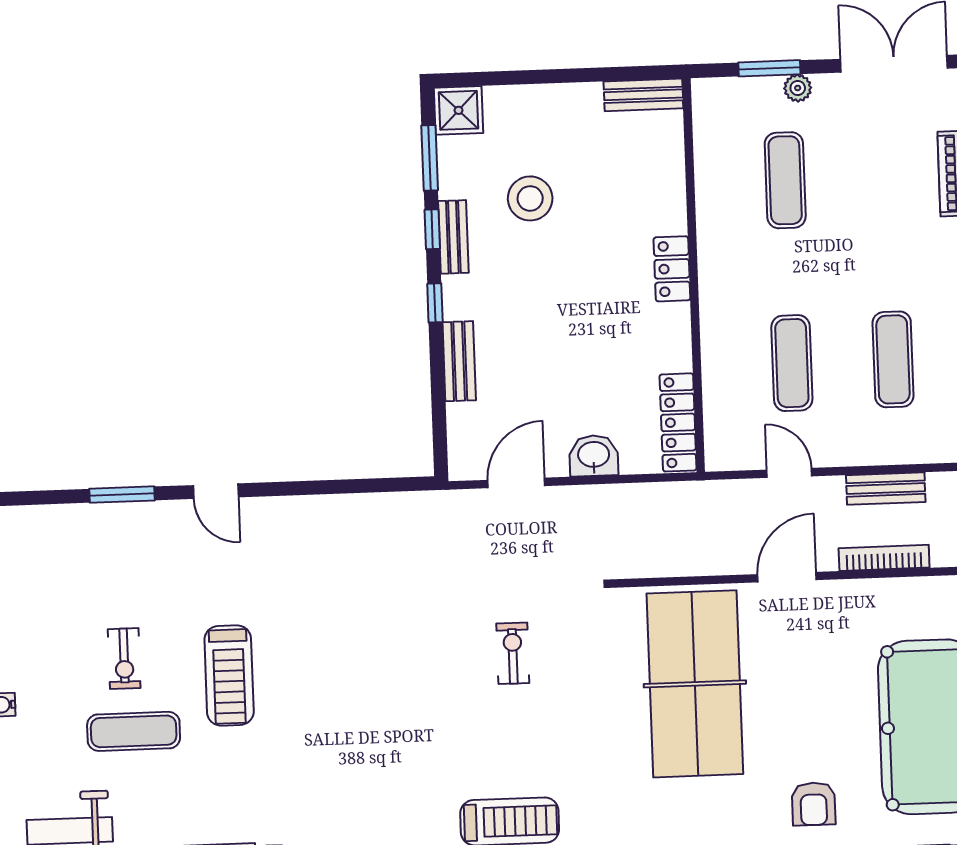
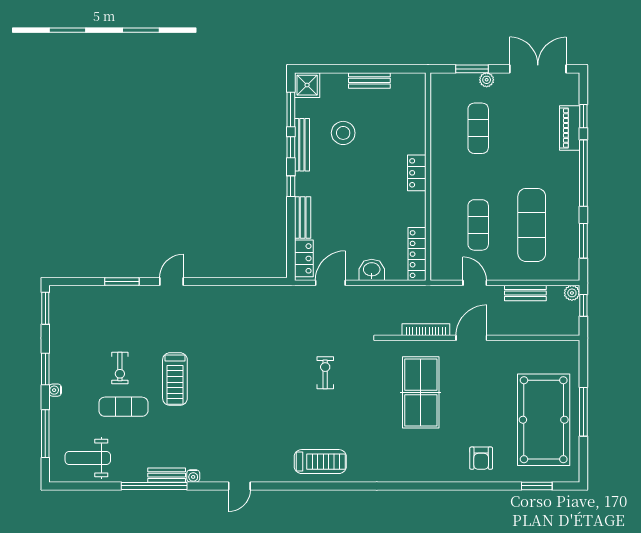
bench: (643, 95) -> (369, 80), moved
bench: (453, 237) -> (302, 145), width x1.36
exercise mat: (893, 359) -> (532, 225), width x1.36, depth x1.45
locker: (465, 439) -> (304, 258), added
door: (216, 491) -> (172, 281), swing flipped
bookcase: (884, 558) -> (426, 330), moved
table tennis table: (695, 684) -> (421, 392), width x0.73, depth x0.76

